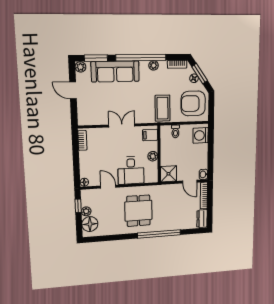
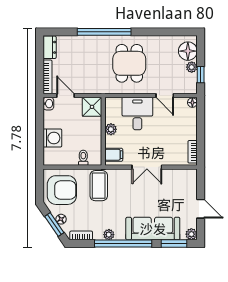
washing machine: (201, 135) -> (52, 138), moved

